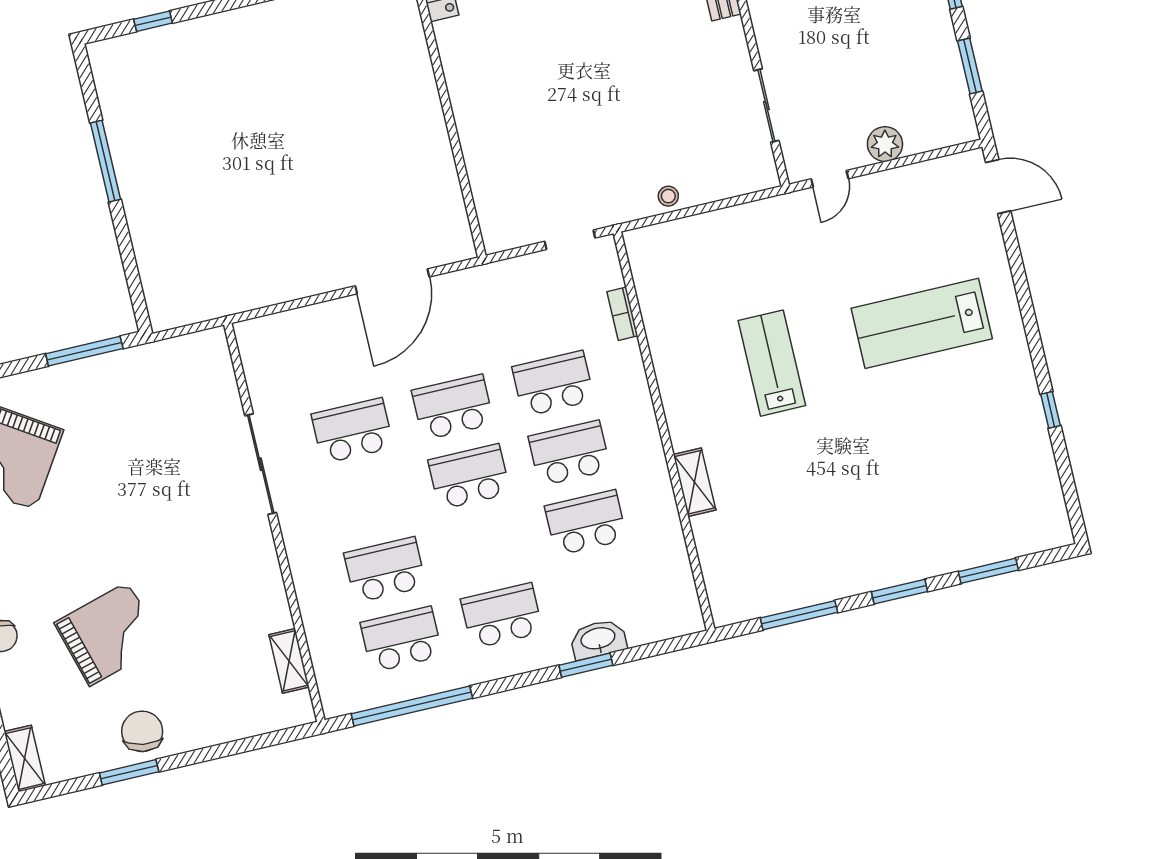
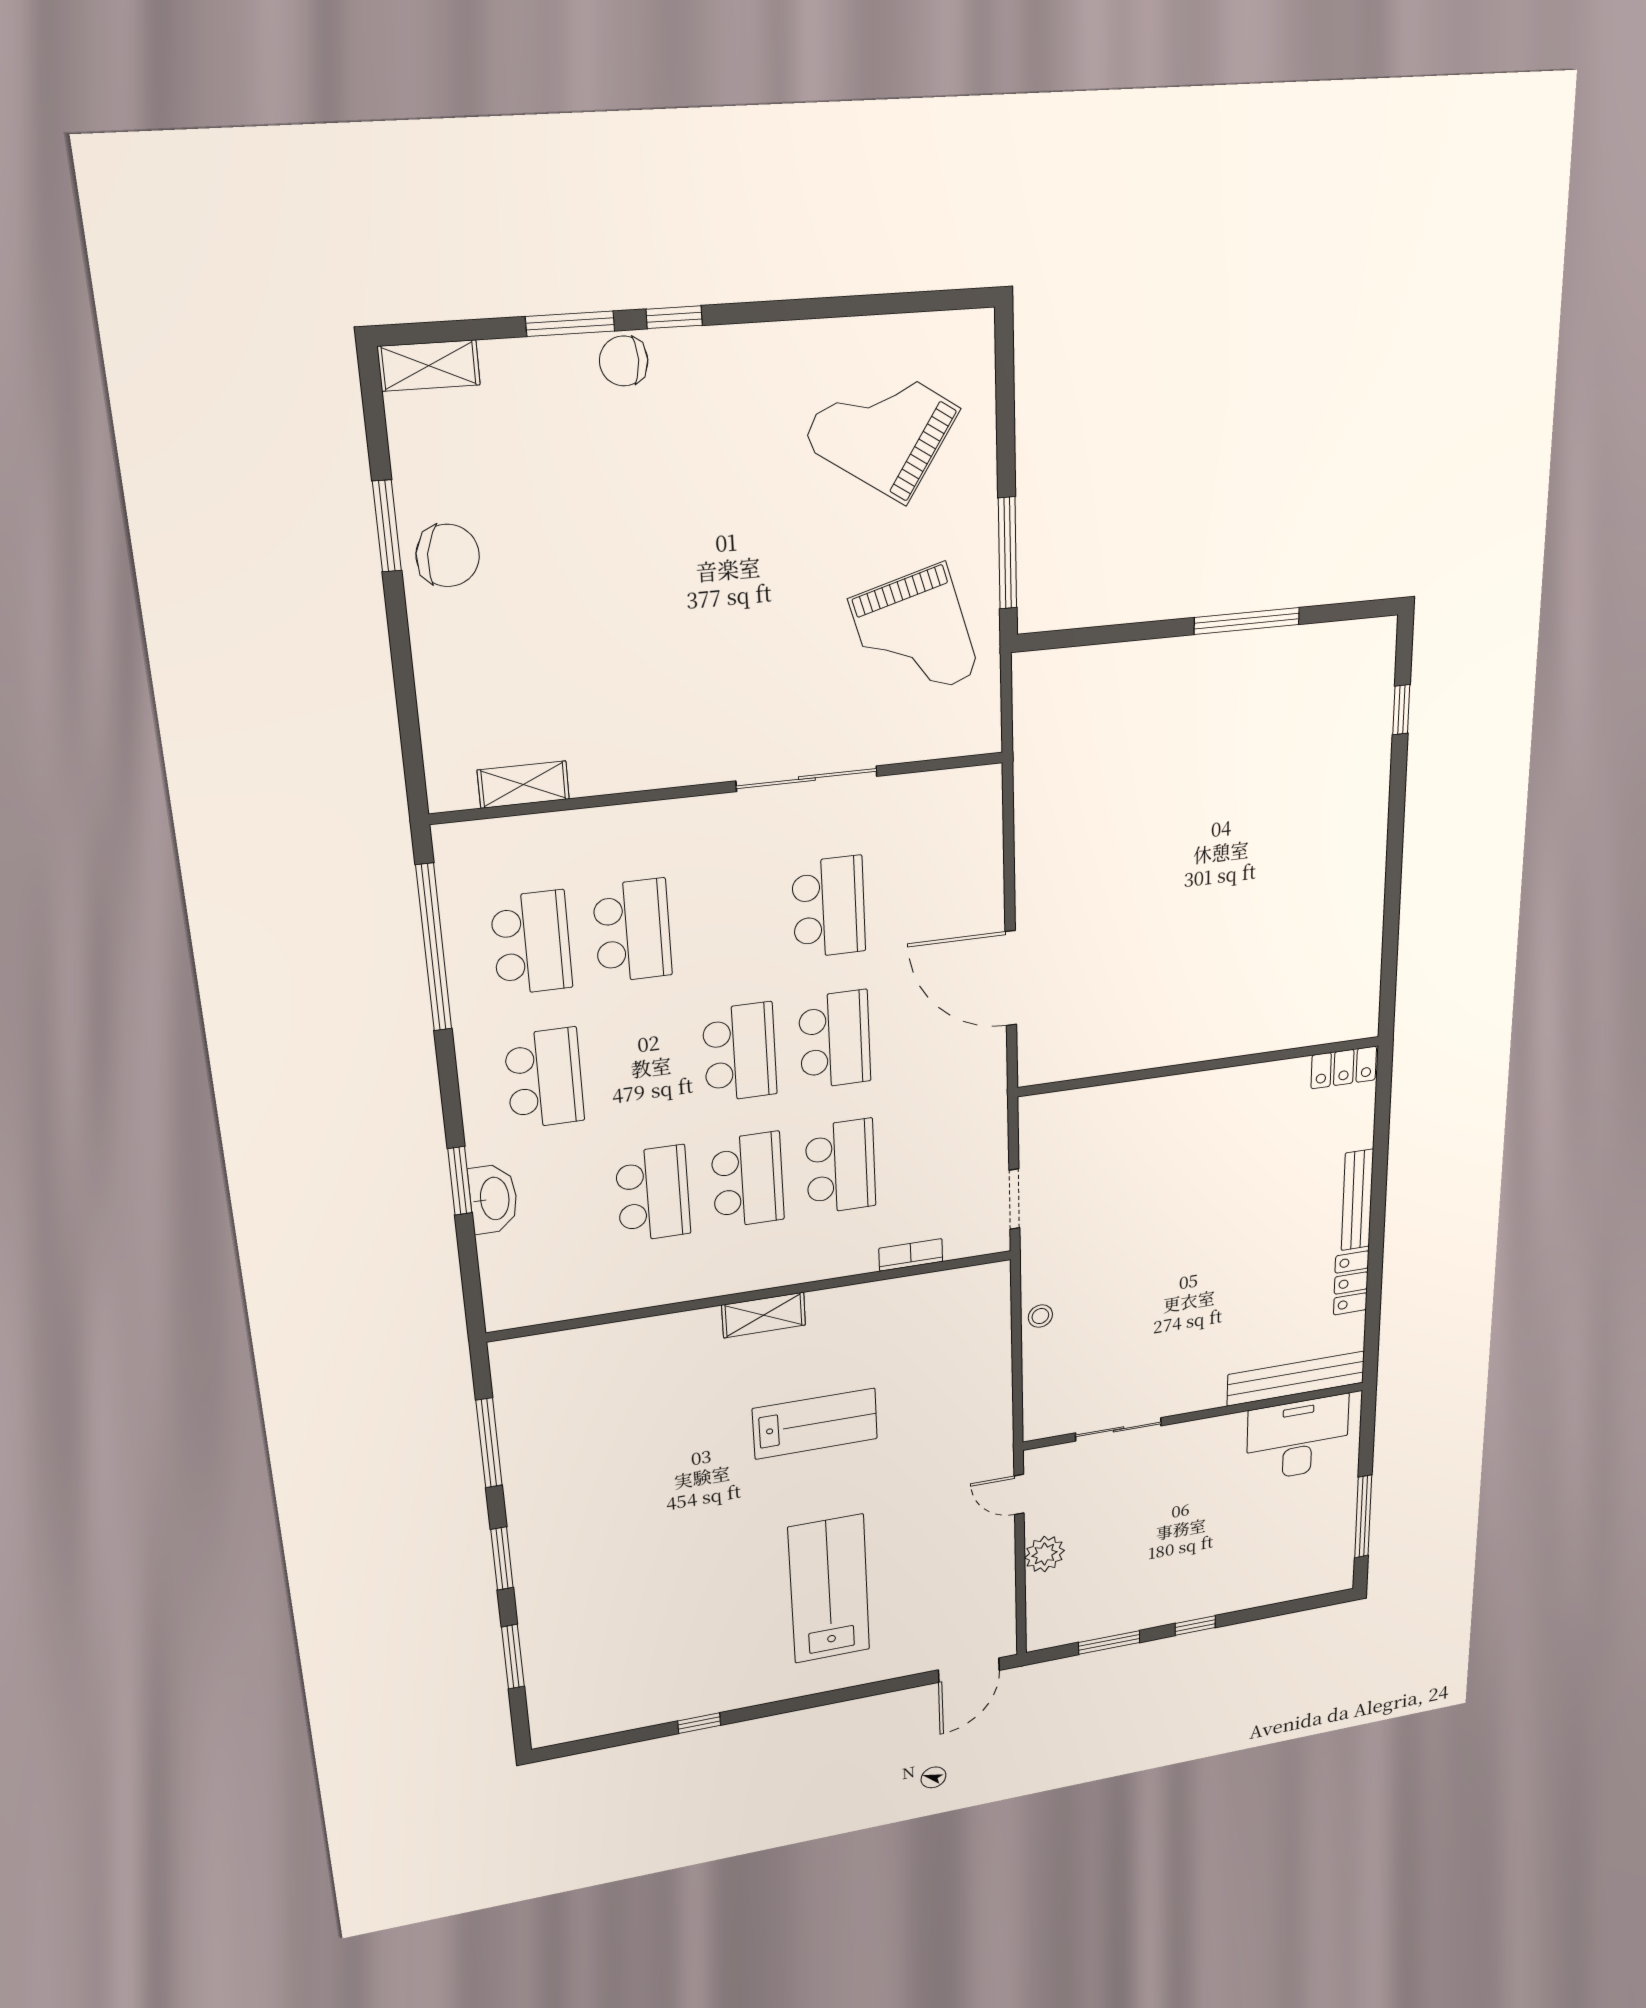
shelving: (694, 482) -> (764, 1315), moved
grand piano: (109, 634) -> (914, 636), moved

